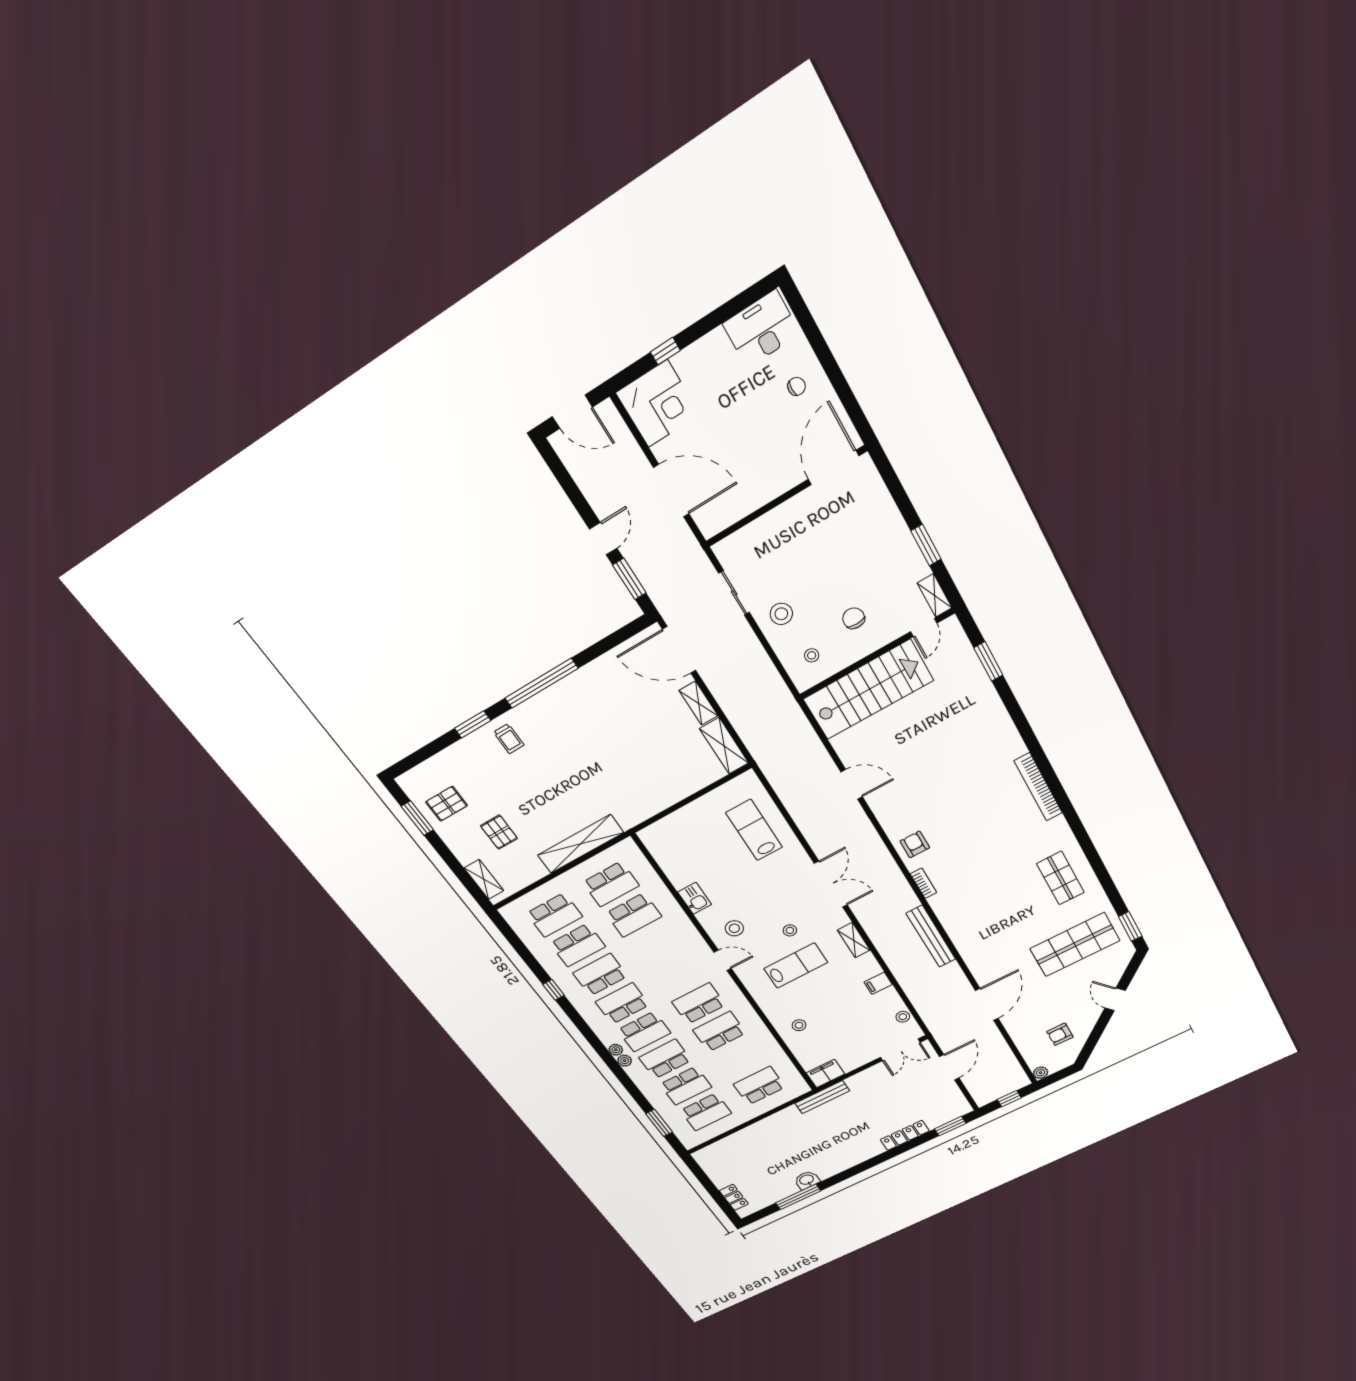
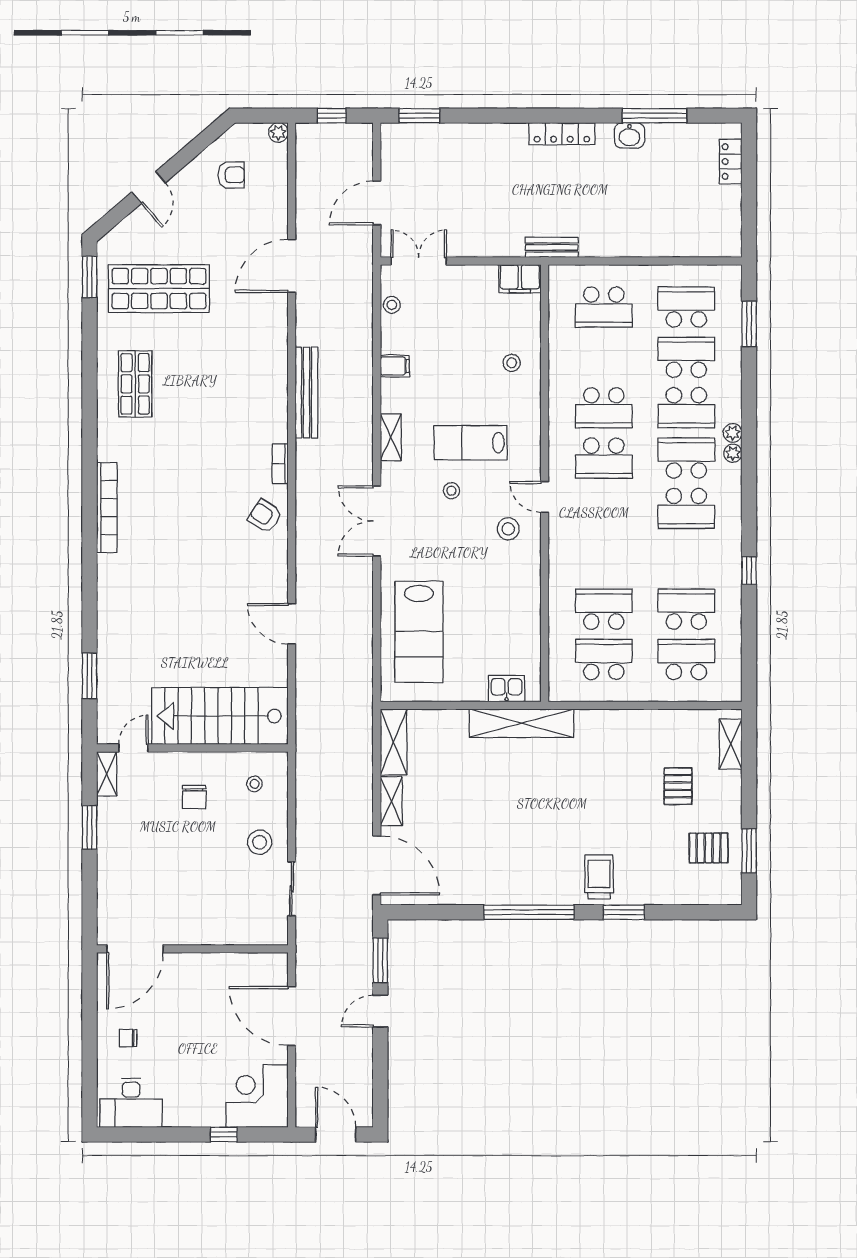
trolley: (509, 739) -> (599, 877), width x1.36, depth x1.39
lab bench: (754, 830) -> (419, 632), width x1.36, depth x1.39
shelving: (581, 844) -> (521, 723), moved
armchair: (915, 844) -> (265, 516), turned 123
kitchen sink: (695, 898) -> (507, 689), moved, turned 90
school desk: (600, 975) -> (686, 559), removed
bench: (822, 1097) -> (552, 247), width x0.73
locker: (905, 1135) -> (562, 134), moved

